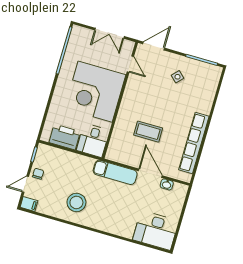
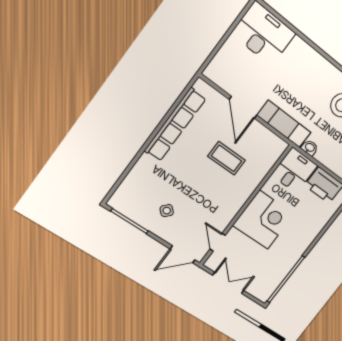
corner desk: (95, 92) -> (264, 220), width x0.74, depth x0.74
washbasin: (167, 184) -> (310, 148), moved

